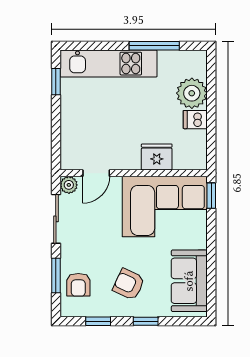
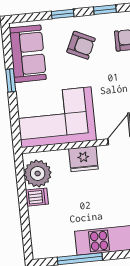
plant: (192, 93) -> (38, 173), moved
fridge: (157, 157) -> (83, 159), moved
window: (211, 196) -> (11, 80), moved

